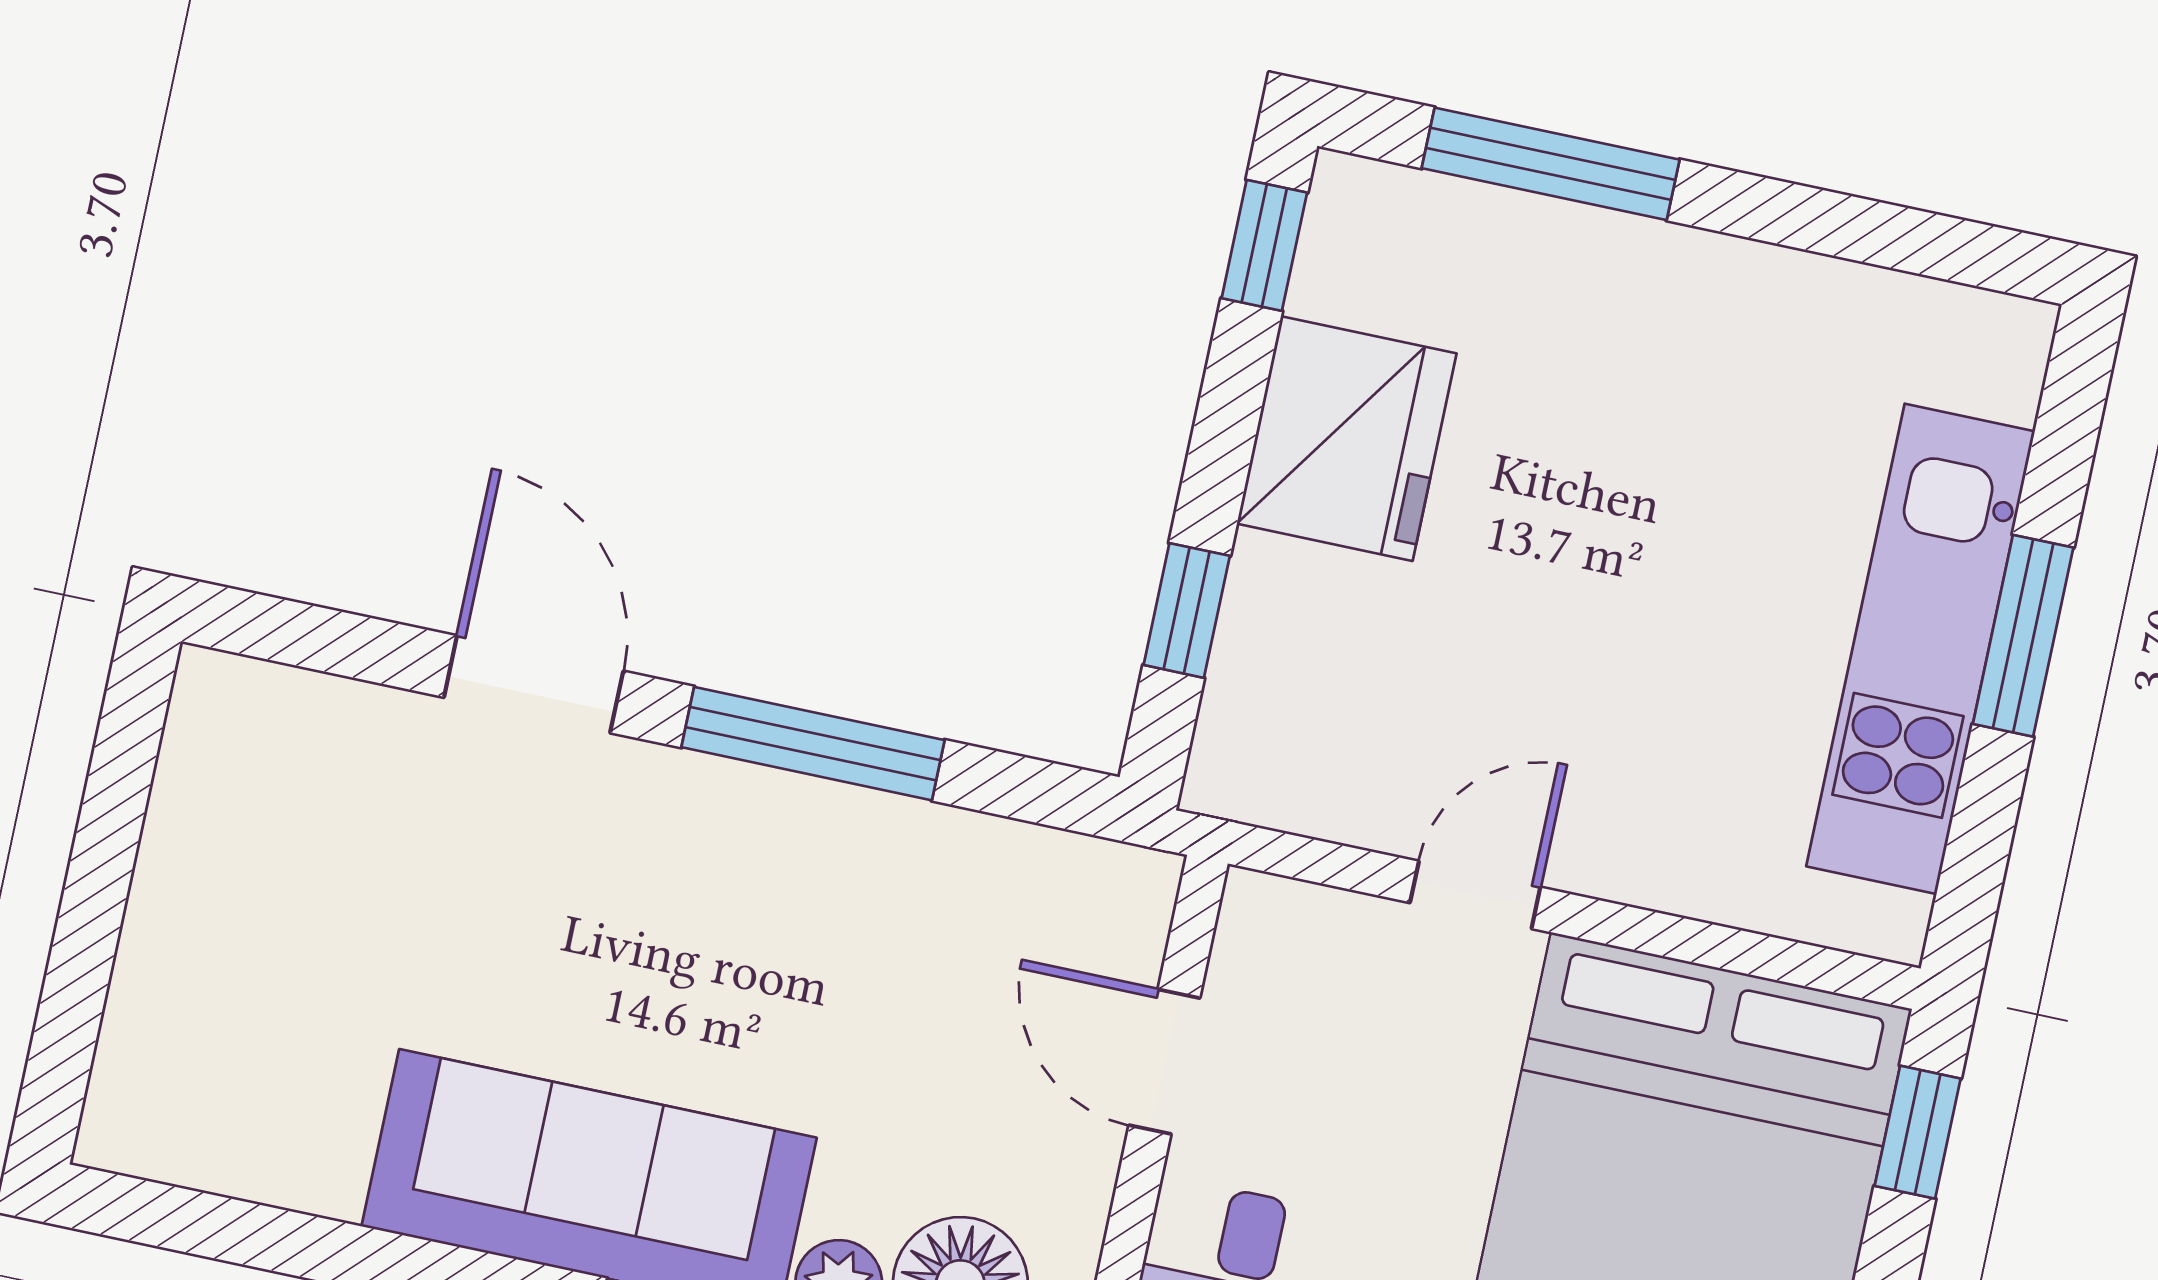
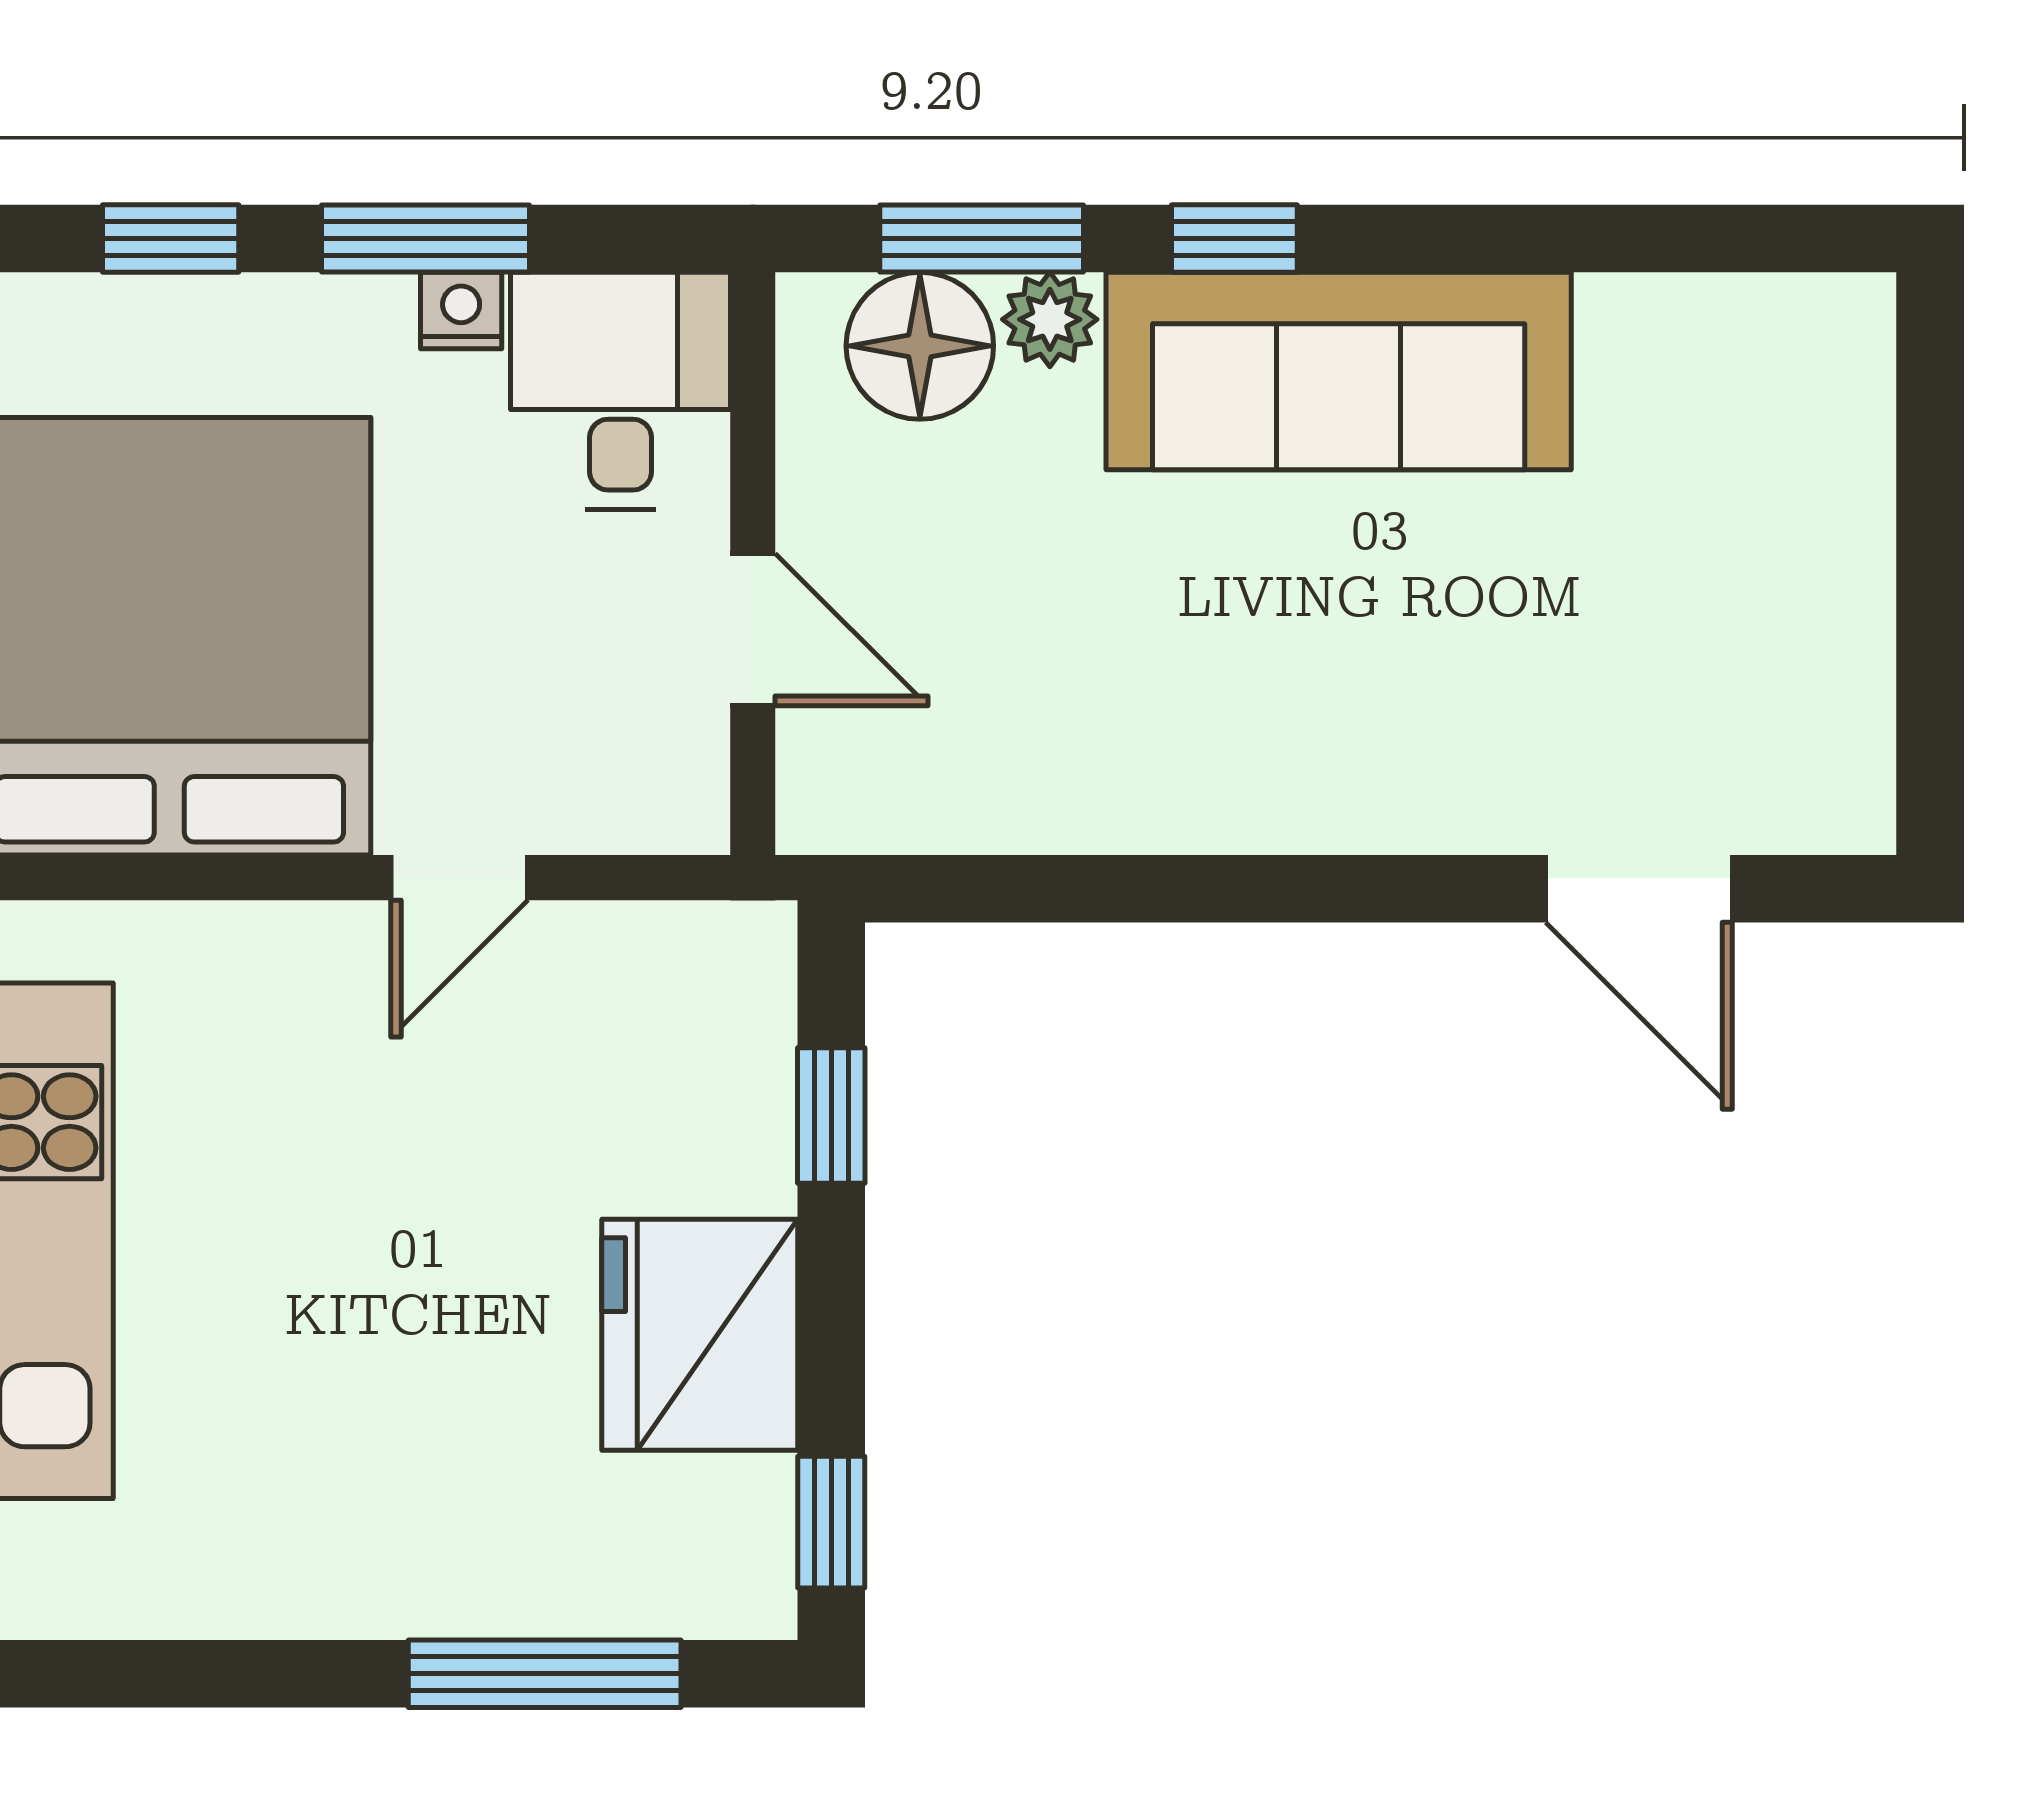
door: (534, 684) -> (1639, 889), moved
window: (813, 744) -> (1199, 889), removed

